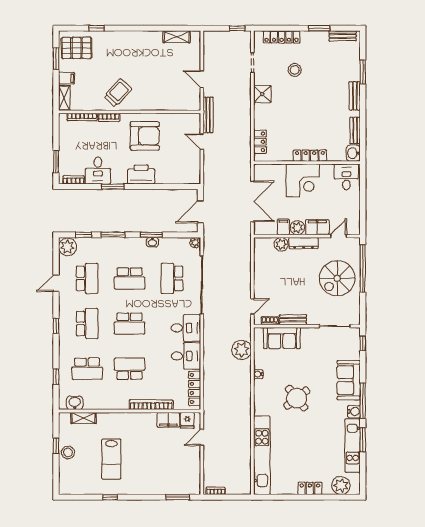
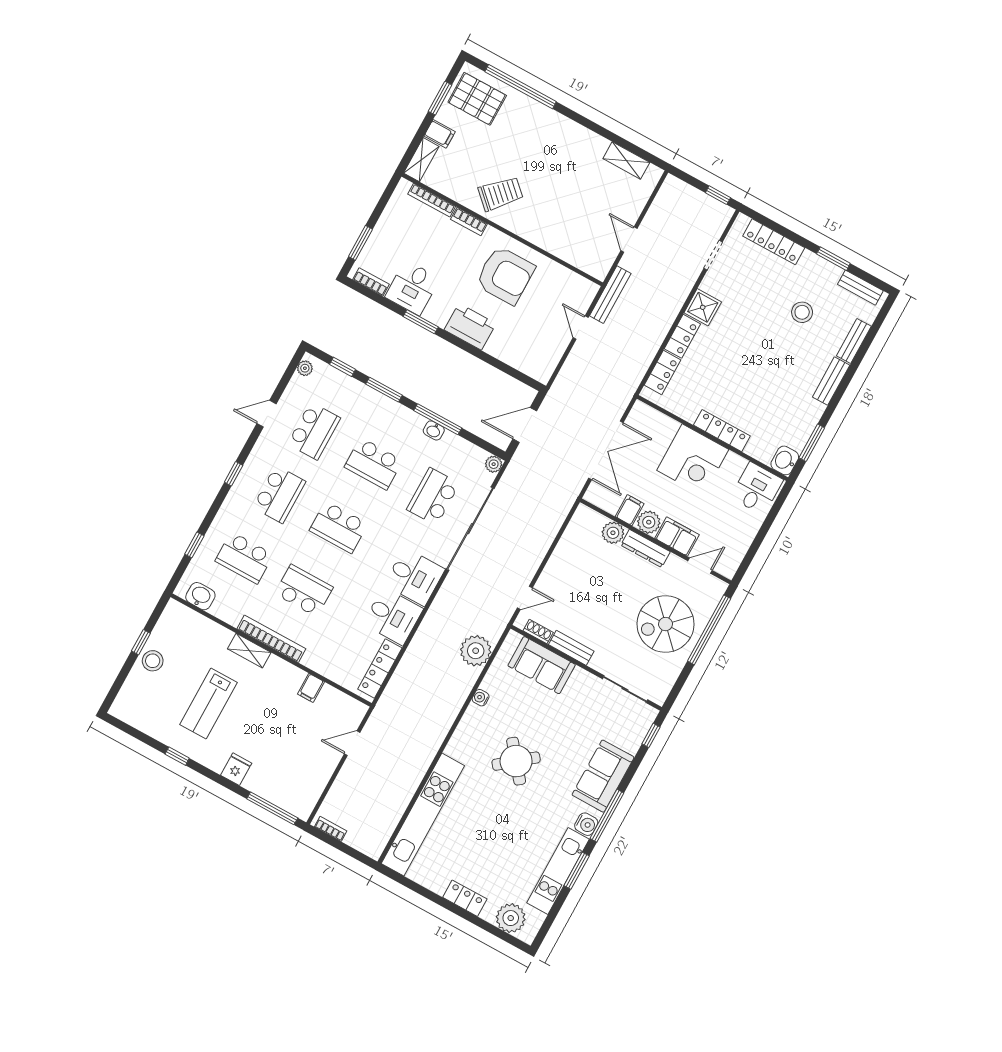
window: (97, 28) -> (521, 87), width x3.17
stool: (295, 70) -> (802, 312), moved
window: (363, 72) -> (812, 443), moved
locker: (260, 116) -> (682, 336), added
bench: (355, 131) -> (854, 341), moved
window: (151, 235) -> (438, 419), width x1.44
plant: (67, 247) -> (305, 368), width x0.53, depth x0.53
bookcase: (151, 405) -> (271, 639), moved
shelving: (84, 418) -> (249, 651), moved
filing cabinet: (168, 420) -> (311, 688), width x0.50
fridge: (187, 420) -> (236, 769), moved, turned 180
window: (178, 497) -> (272, 808), width x1.44

